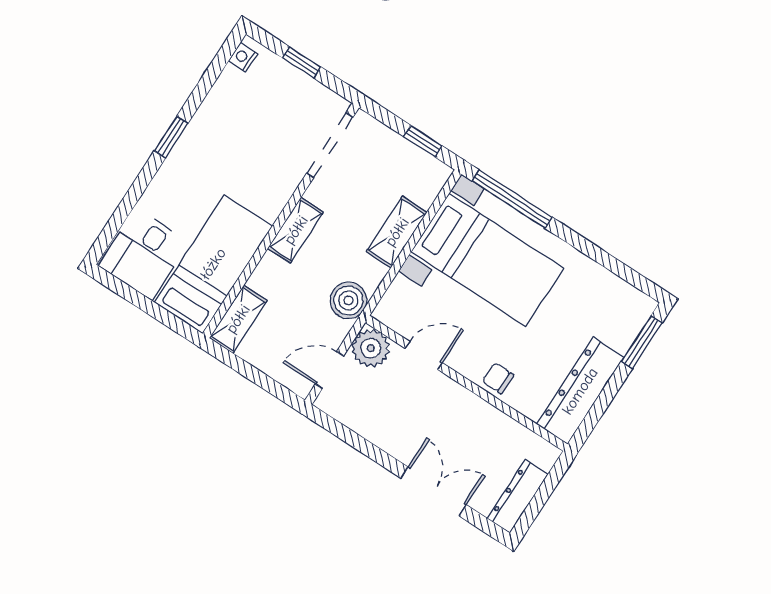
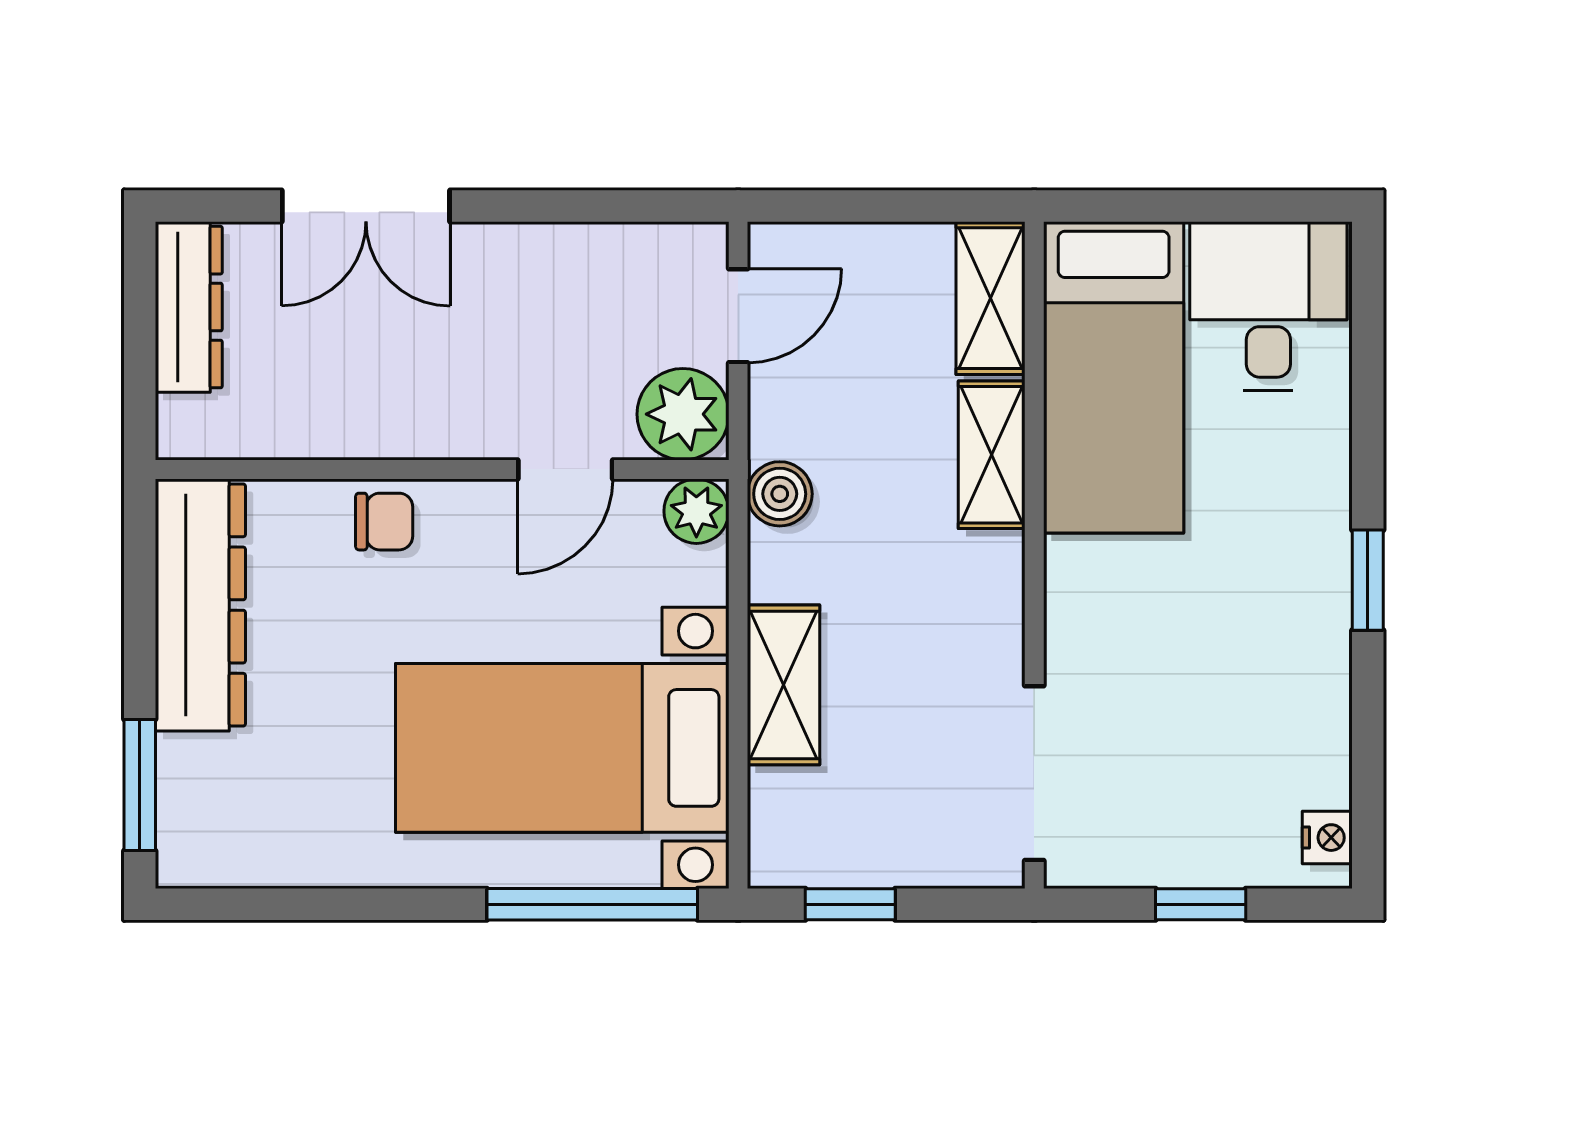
shelving: (296, 230) -> (992, 455), moved
boiler: (348, 300) -> (780, 494), width x0.73, depth x0.73
plant: (388, 312) -> (696, 511), added

